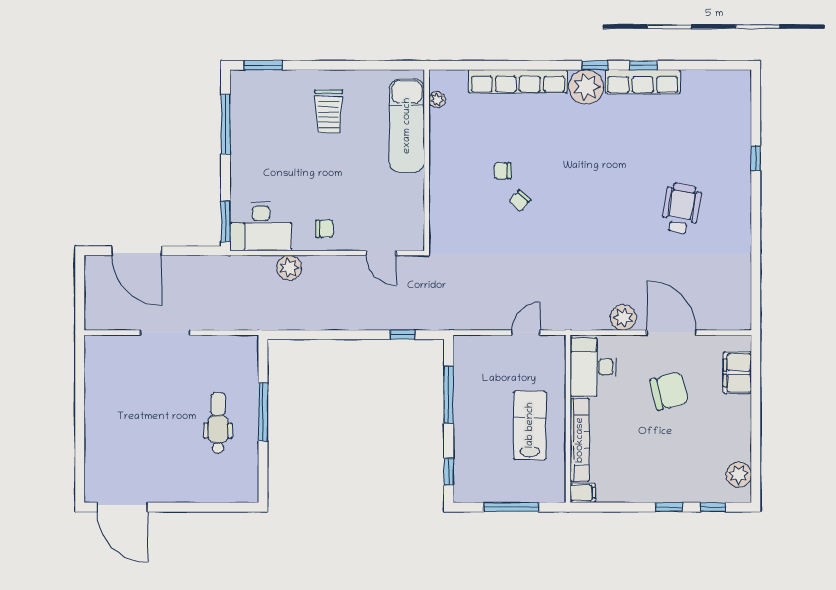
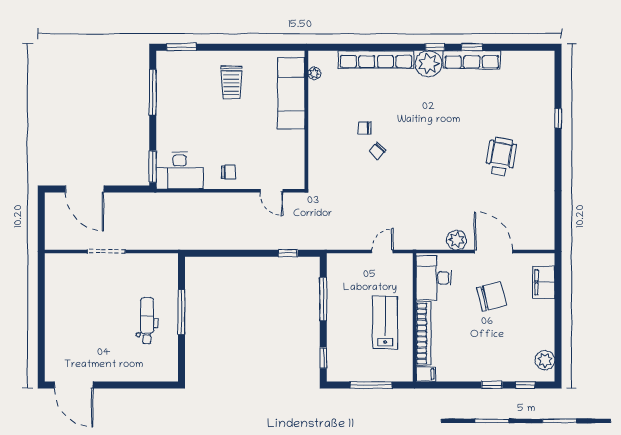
plant: (289, 268) -> (201, 202), removed

